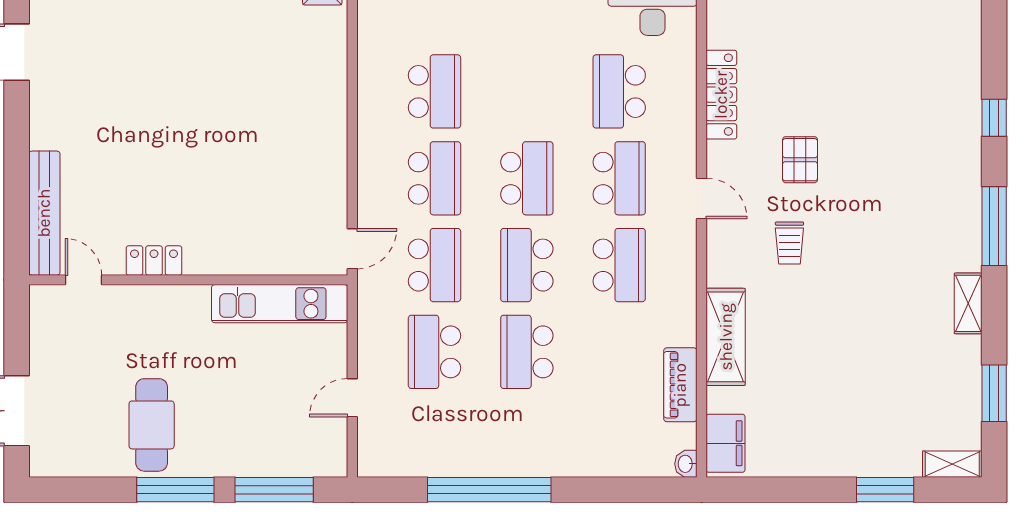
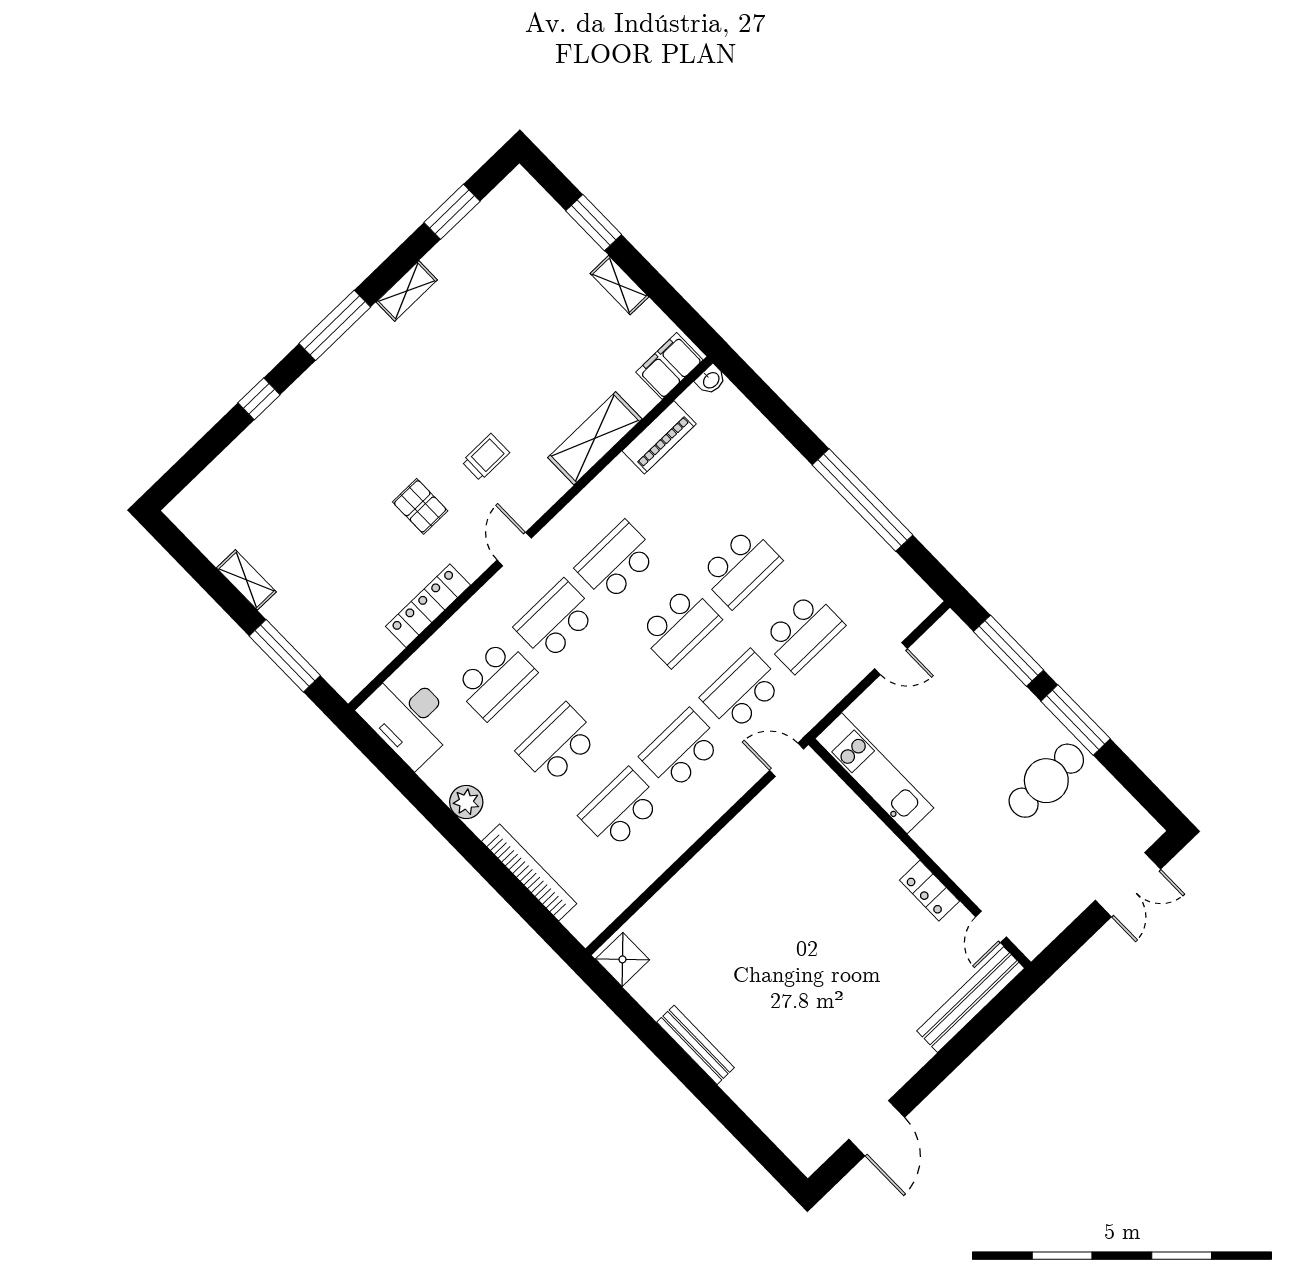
pallet: (800, 160) -> (420, 506), turned 90
school desk: (527, 178) -> (558, 744), moved
shelving: (952, 464) -> (619, 285), moved

